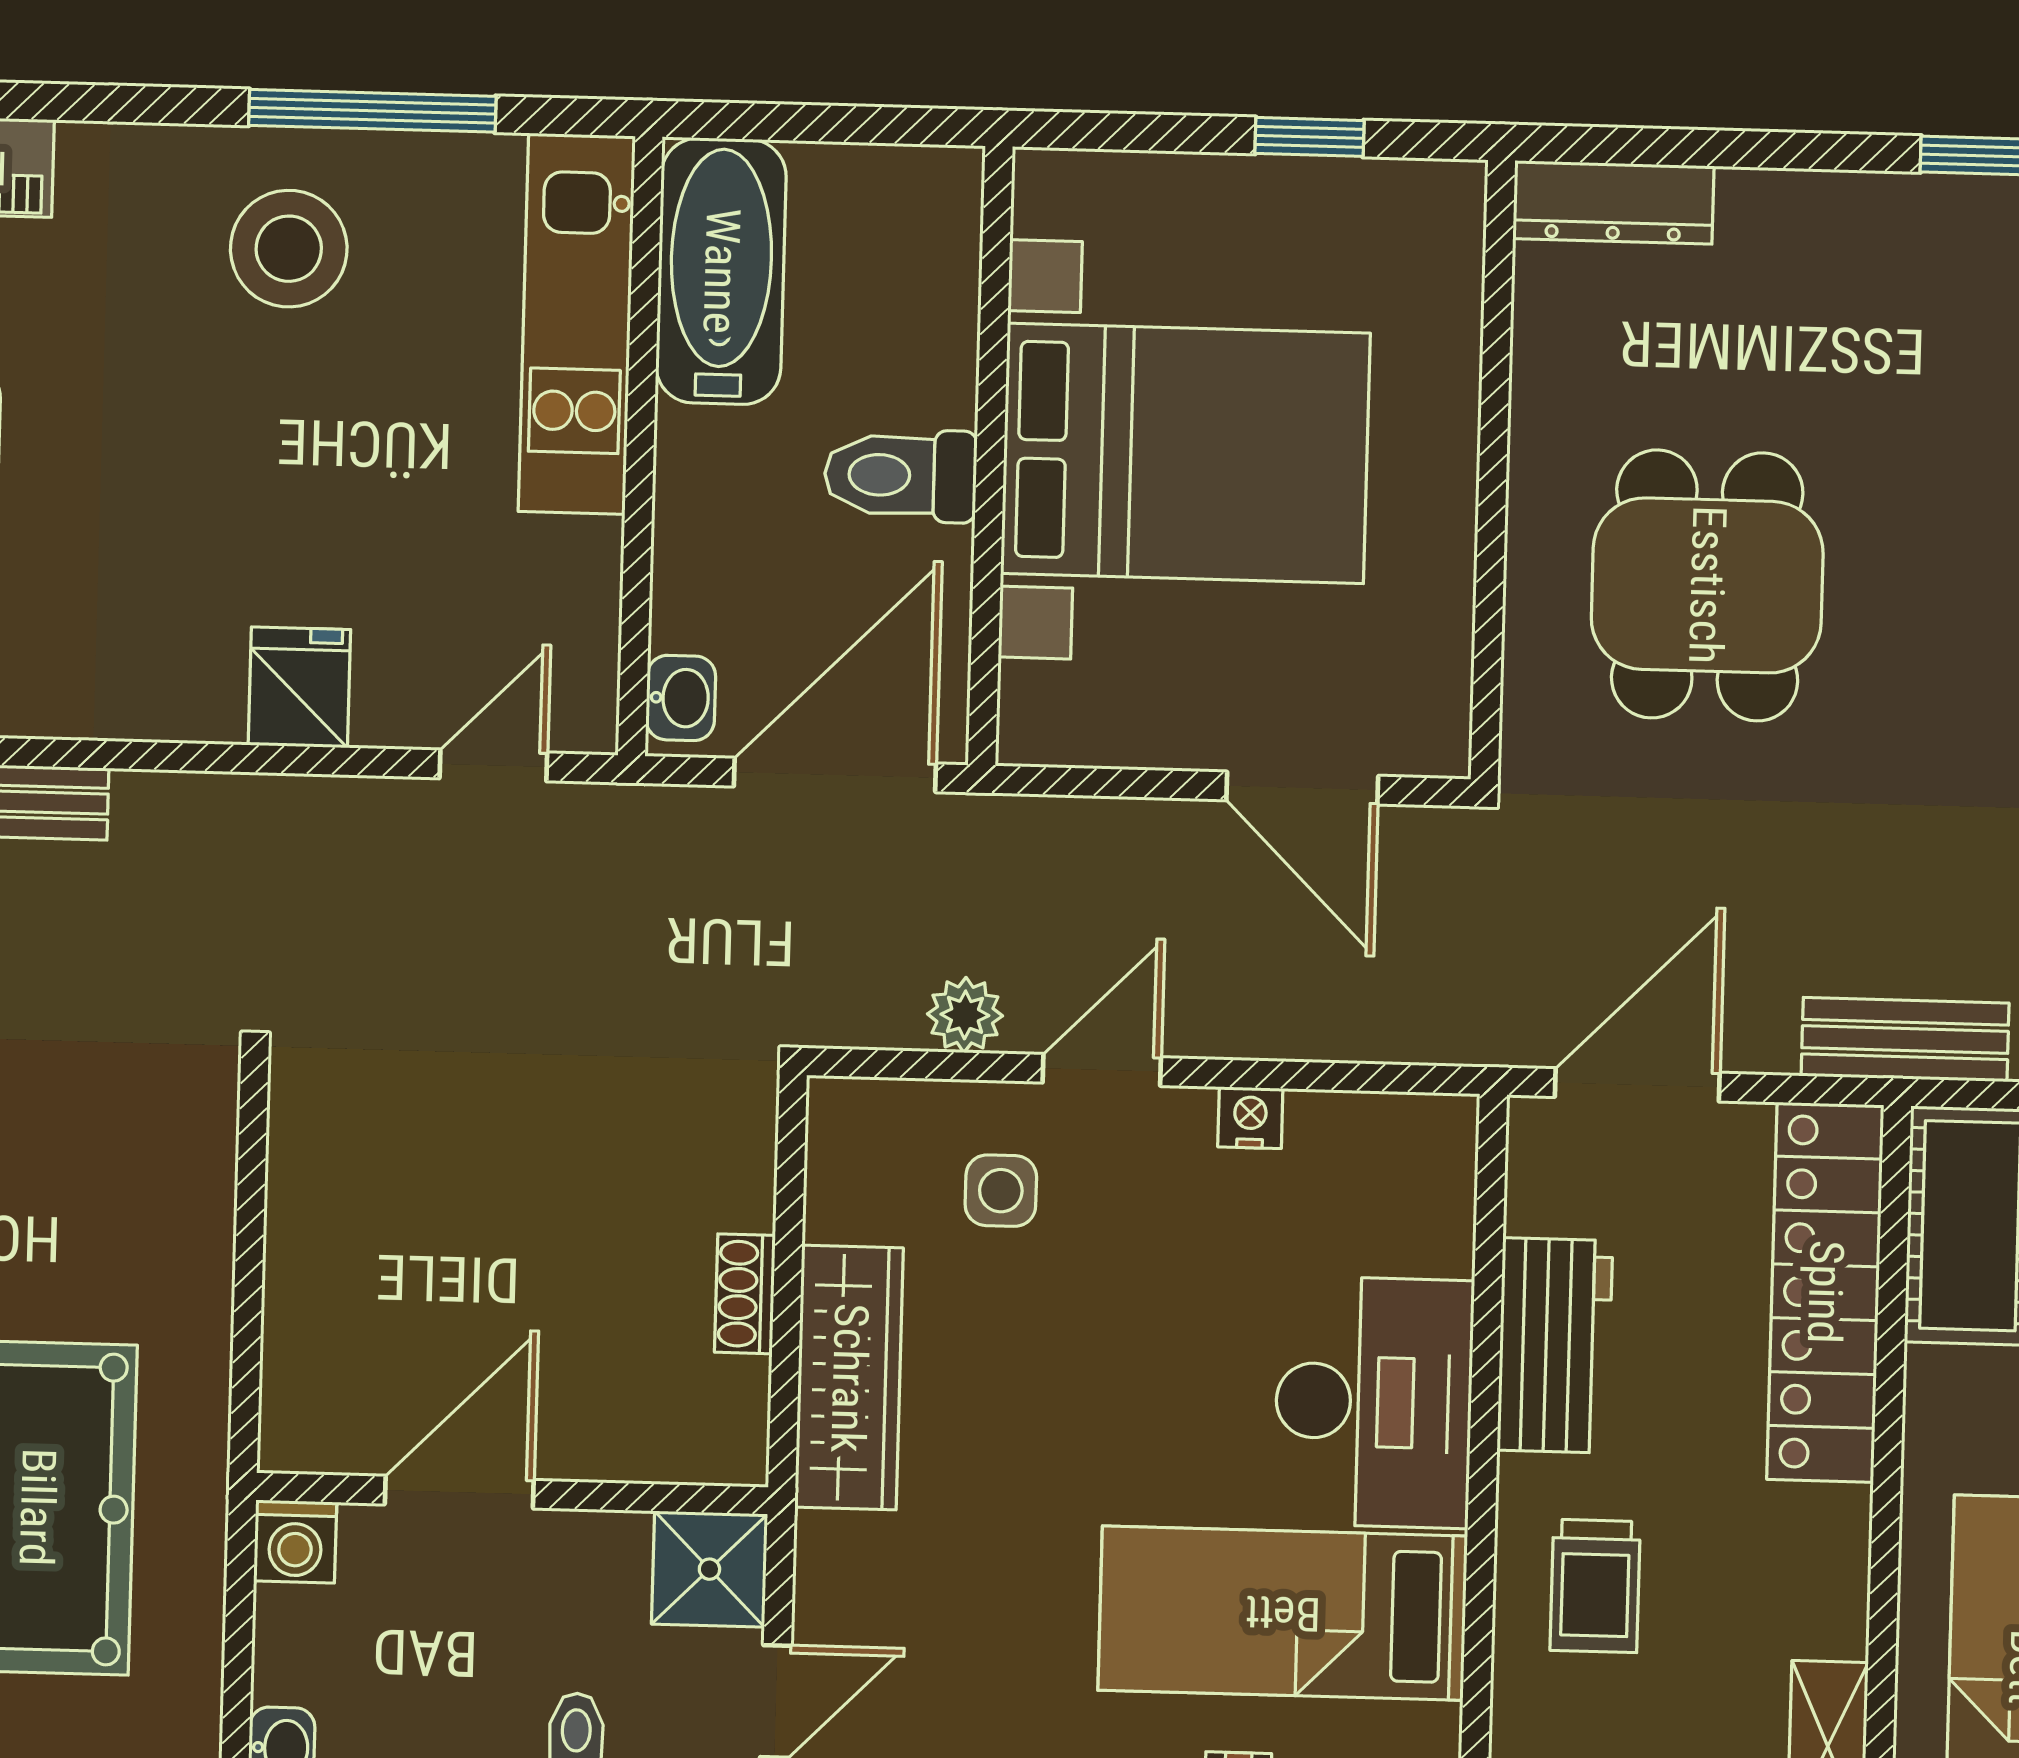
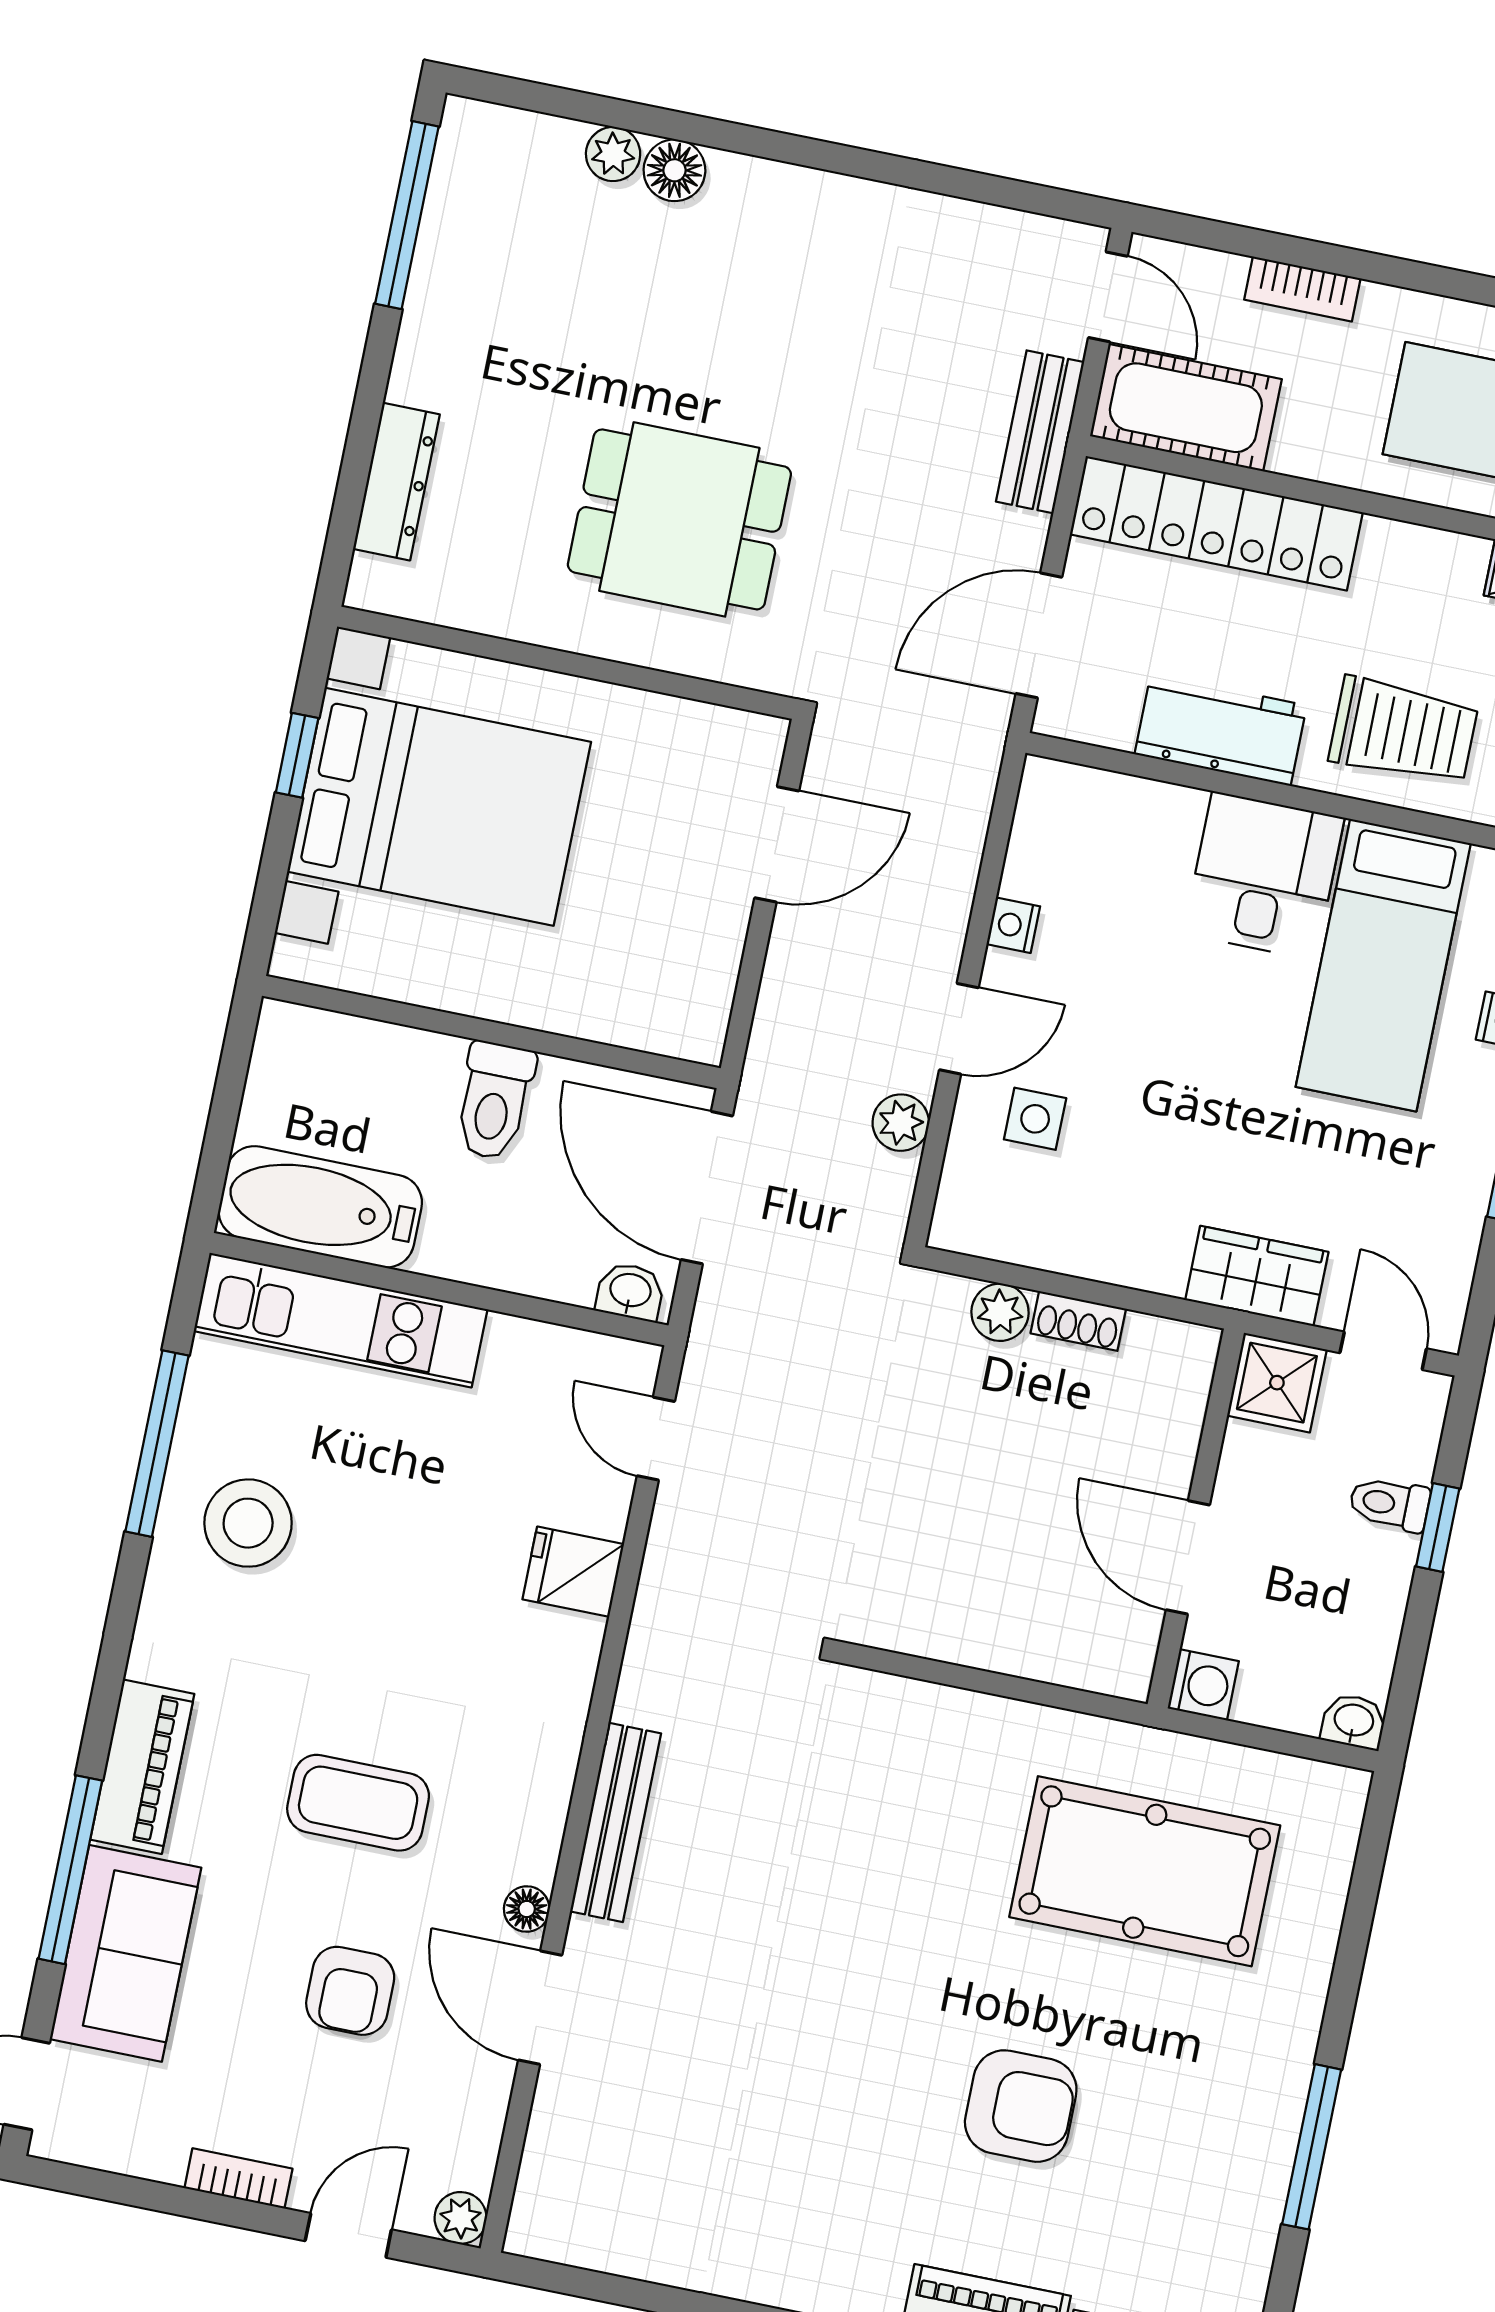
dresser: (1613, 202) -> (396, 482), moved
bed with nightstands: (1185, 453) -> (439, 807), moved, turned 90
door: (1102, 1070) -> (959, 1029), swing flipped
door: (1637, 1085) -> (1039, 635), hinge flipped
plant: (738, 1189) -> (1000, 1312), added
wardrobe: (849, 1378) -> (1257, 1276), moved, width x0.67
desk: (1374, 1402) -> (1264, 876), width x0.73
trolley: (1595, 1586) -> (1403, 731), width x1.36, depth x1.39

